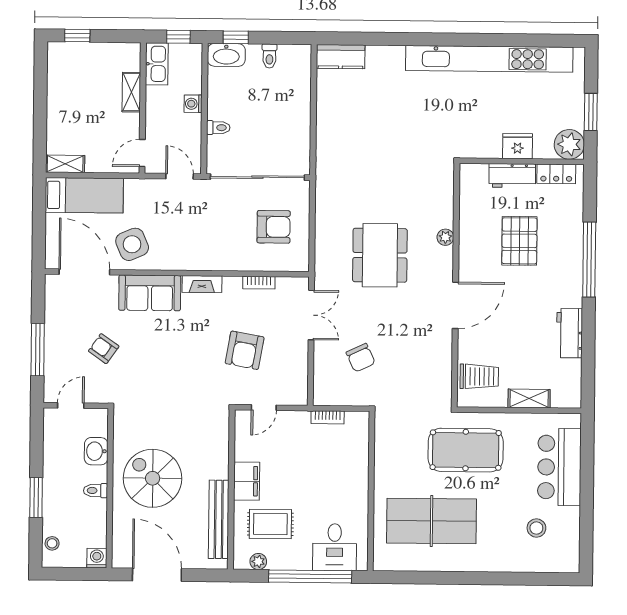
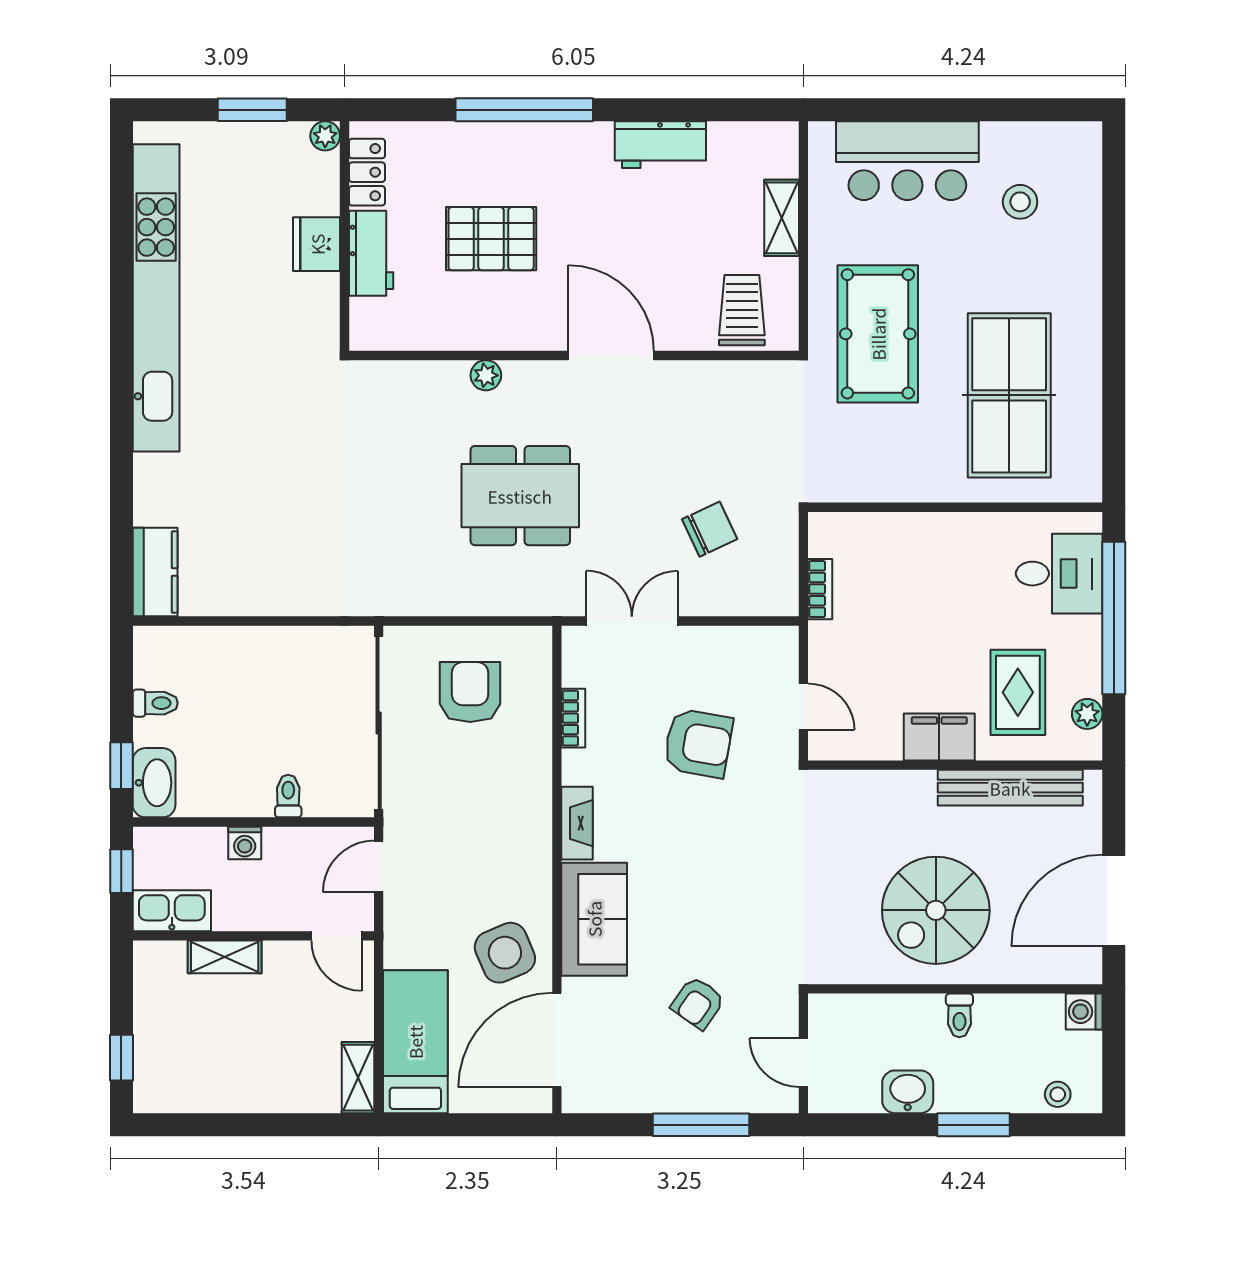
plant: (569, 144) -> (325, 136), width x0.53, depth x0.53
washbasin: (96, 451) -> (908, 1092), moved, turned 180

